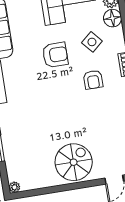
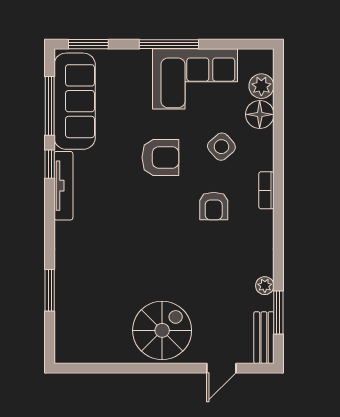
plant: (14, 187) -> (63, 355), removed

